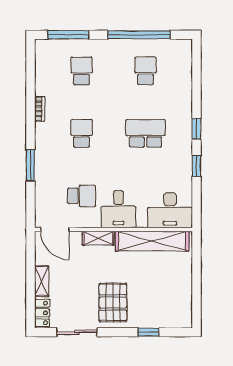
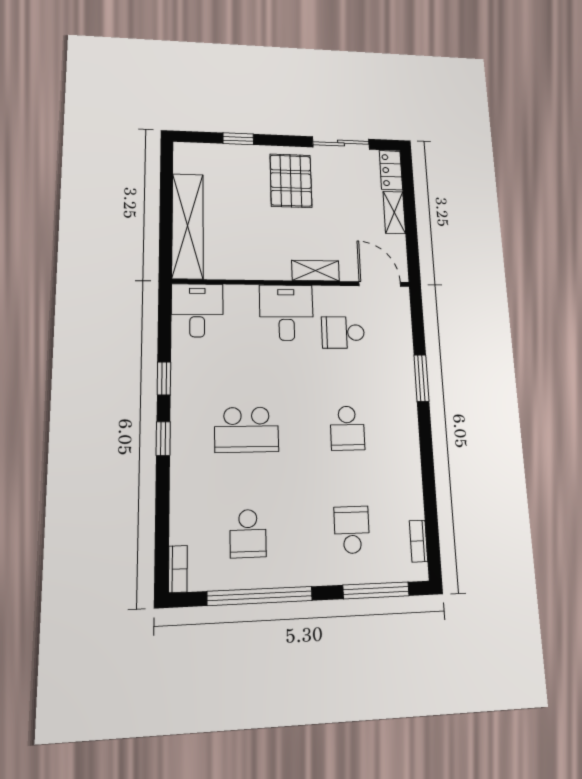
bookcase: (187, 52) -> (178, 569), added
school desk: (82, 71) -> (352, 530), turned 180
bookcase: (40, 109) -> (419, 541), moved
desk: (170, 210) -> (197, 310), width x0.73
shelving: (152, 241) -> (188, 226), moved, turned 90

